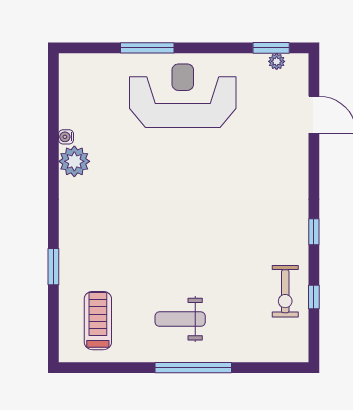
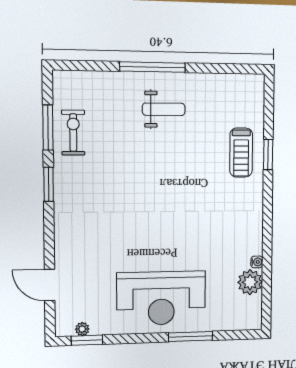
plant: (74, 161) -> (250, 282), moved
window: (314, 232) -> (49, 184), width x1.50
window: (314, 297) -> (48, 127), width x2.17
treadmill: (98, 321) -> (241, 153), moved

